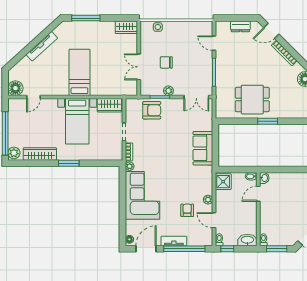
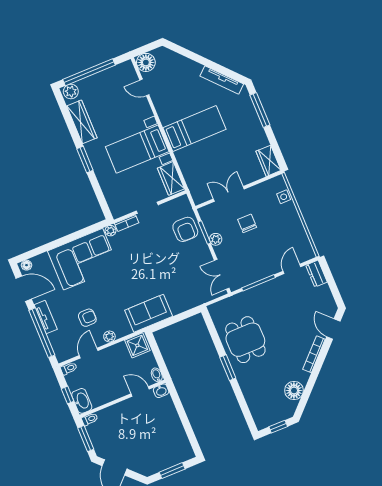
dresser: (240, 26) -> (316, 274), moved
tv unit: (42, 46) -> (222, 80), moved
sofa: (203, 148) -> (149, 313), moved
window: (227, 249) -> (68, 395), moved

